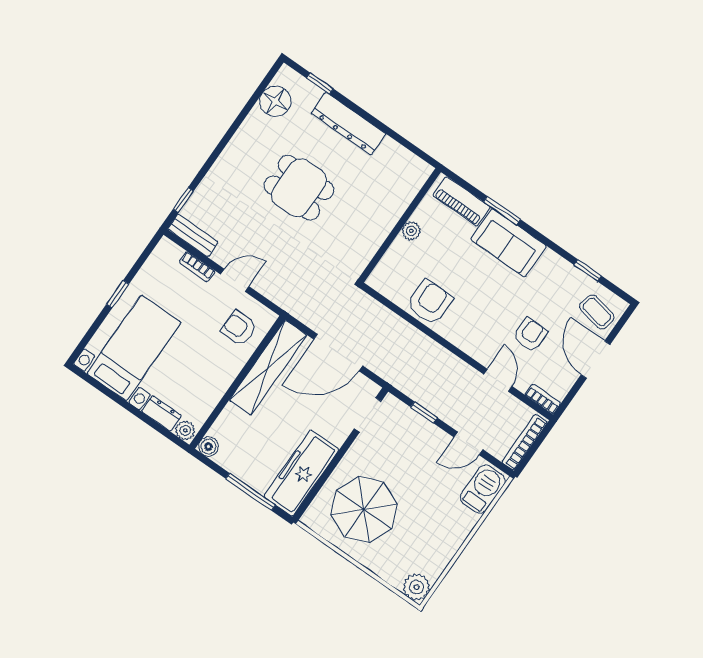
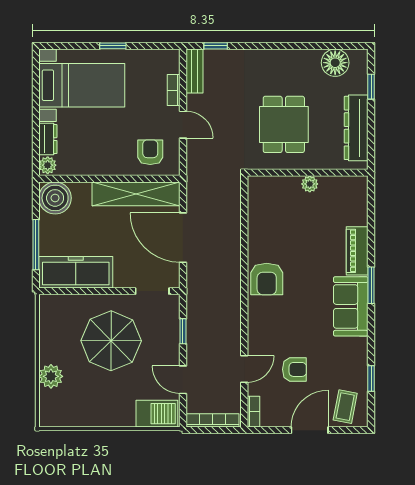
wall: (400, 225) -> (308, 173), moved
plant: (411, 231) -> (310, 184), moved
armchair: (430, 302) -> (267, 279), turned 90
boiler: (208, 447) -> (55, 198), width x1.86, depth x1.86
parasol: (364, 509) -> (111, 341), moved
plant: (416, 587) -> (51, 376), moved

